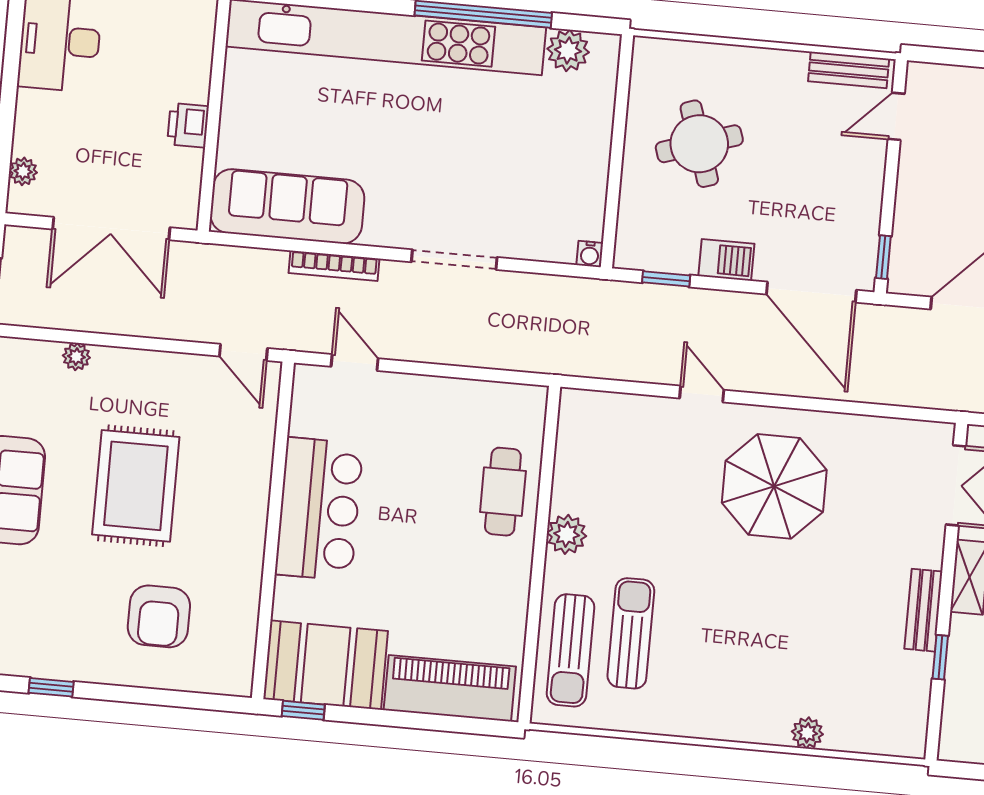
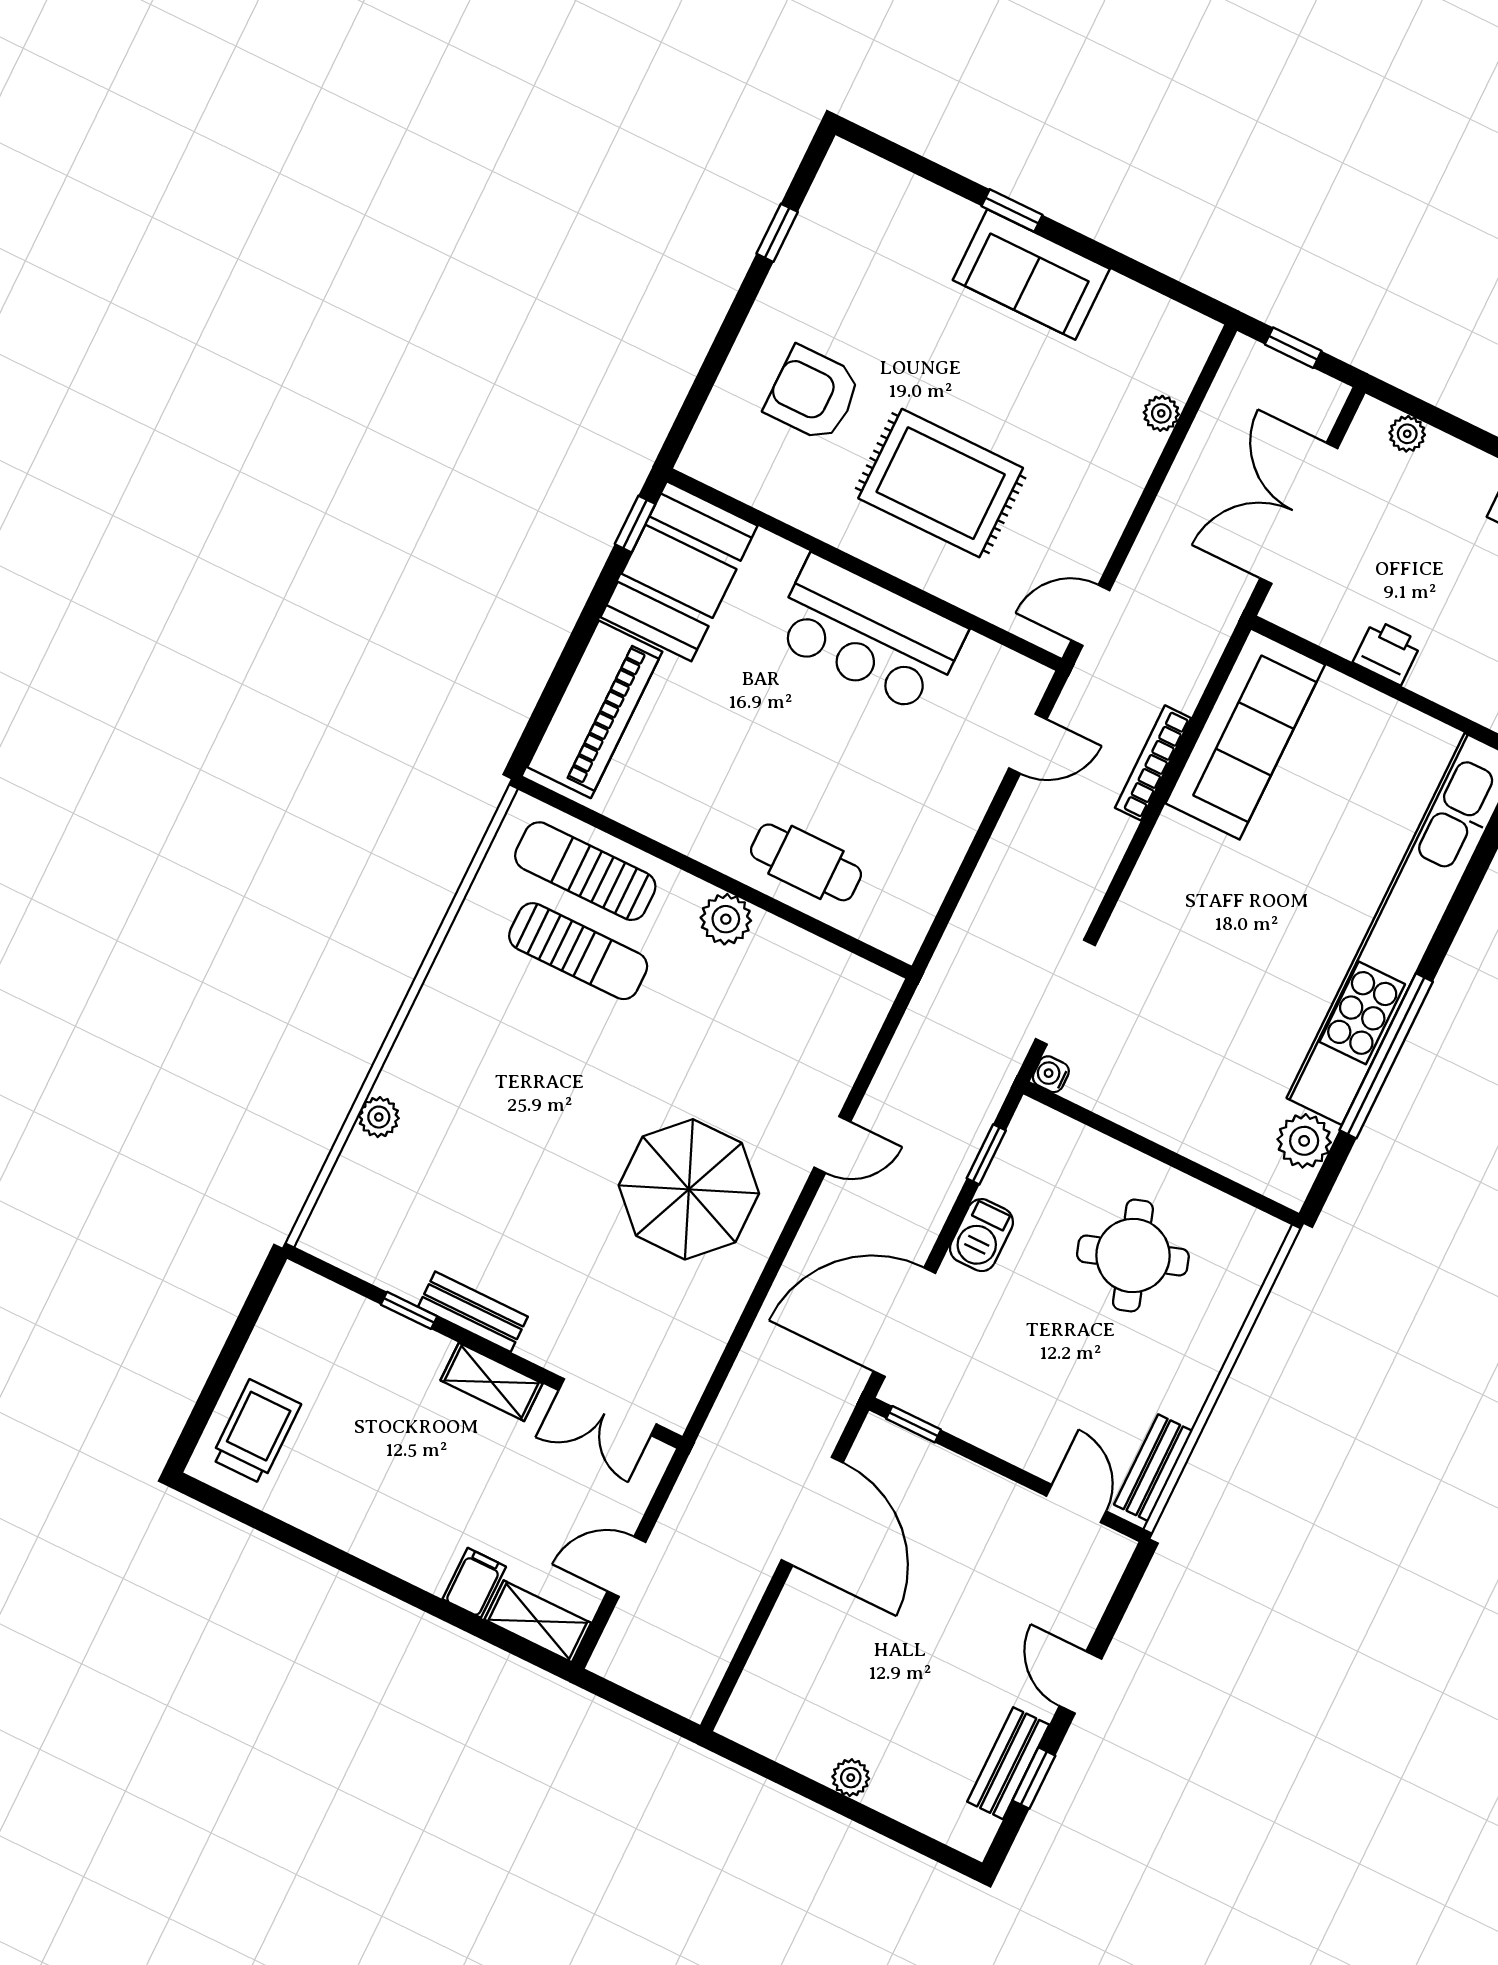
doorway: (454, 260) -> (1065, 992), moved
rug: (136, 486) -> (941, 483), moved

